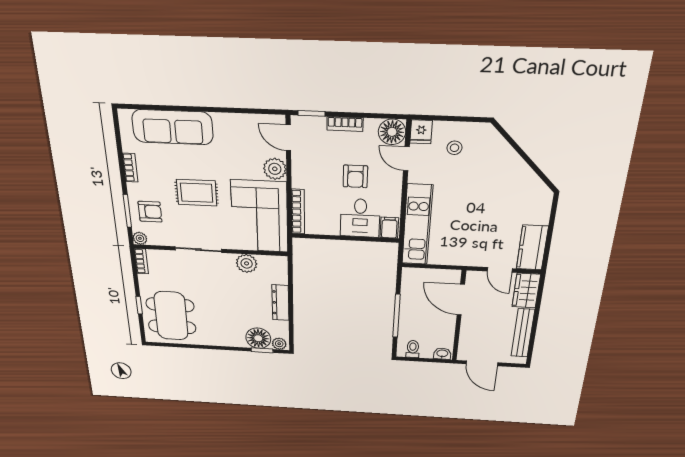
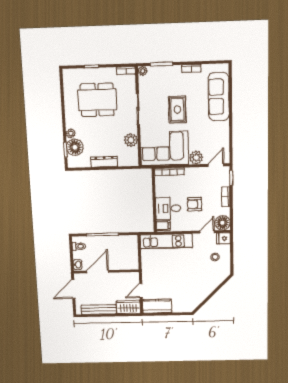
armchair: (150, 212) -> (162, 79), removed
door: (461, 300) -> (98, 272), moved
dining table: (171, 316) -> (97, 100), moved
plant: (279, 344) -> (71, 133), moved

